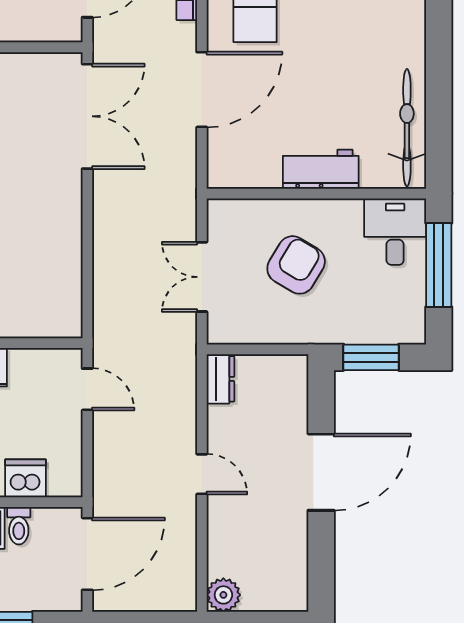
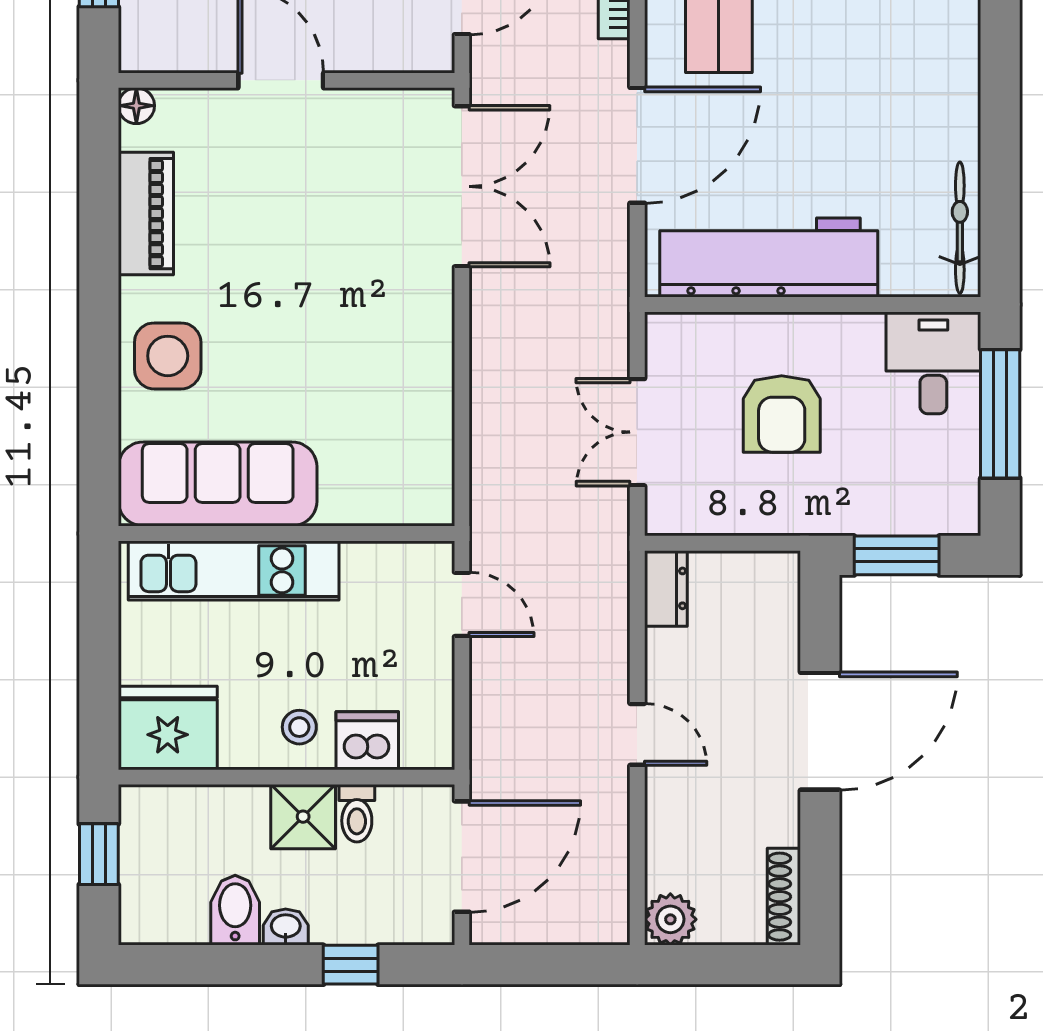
bicycle: (407, 128) -> (960, 228), width x0.73, depth x0.71
workbench: (321, 169) -> (769, 257), width x1.88, depth x1.32
armchair: (296, 265) -> (782, 414), turned 149
shoe rack: (298, 580) -> (784, 897), added

